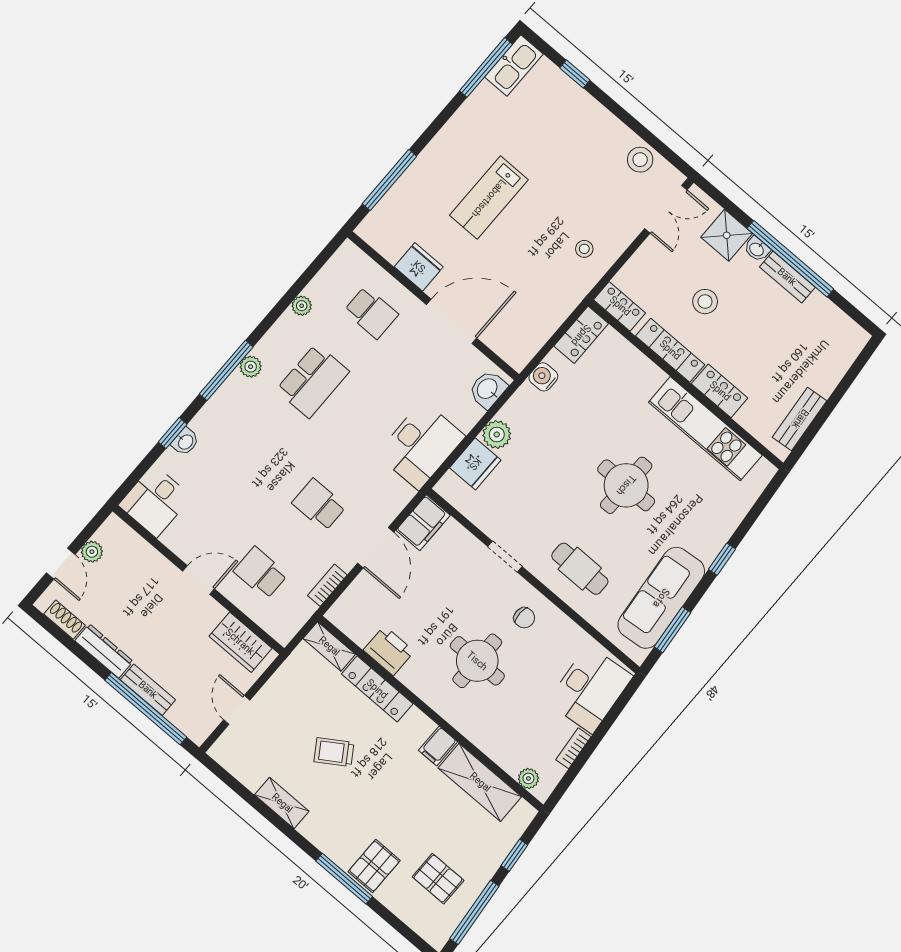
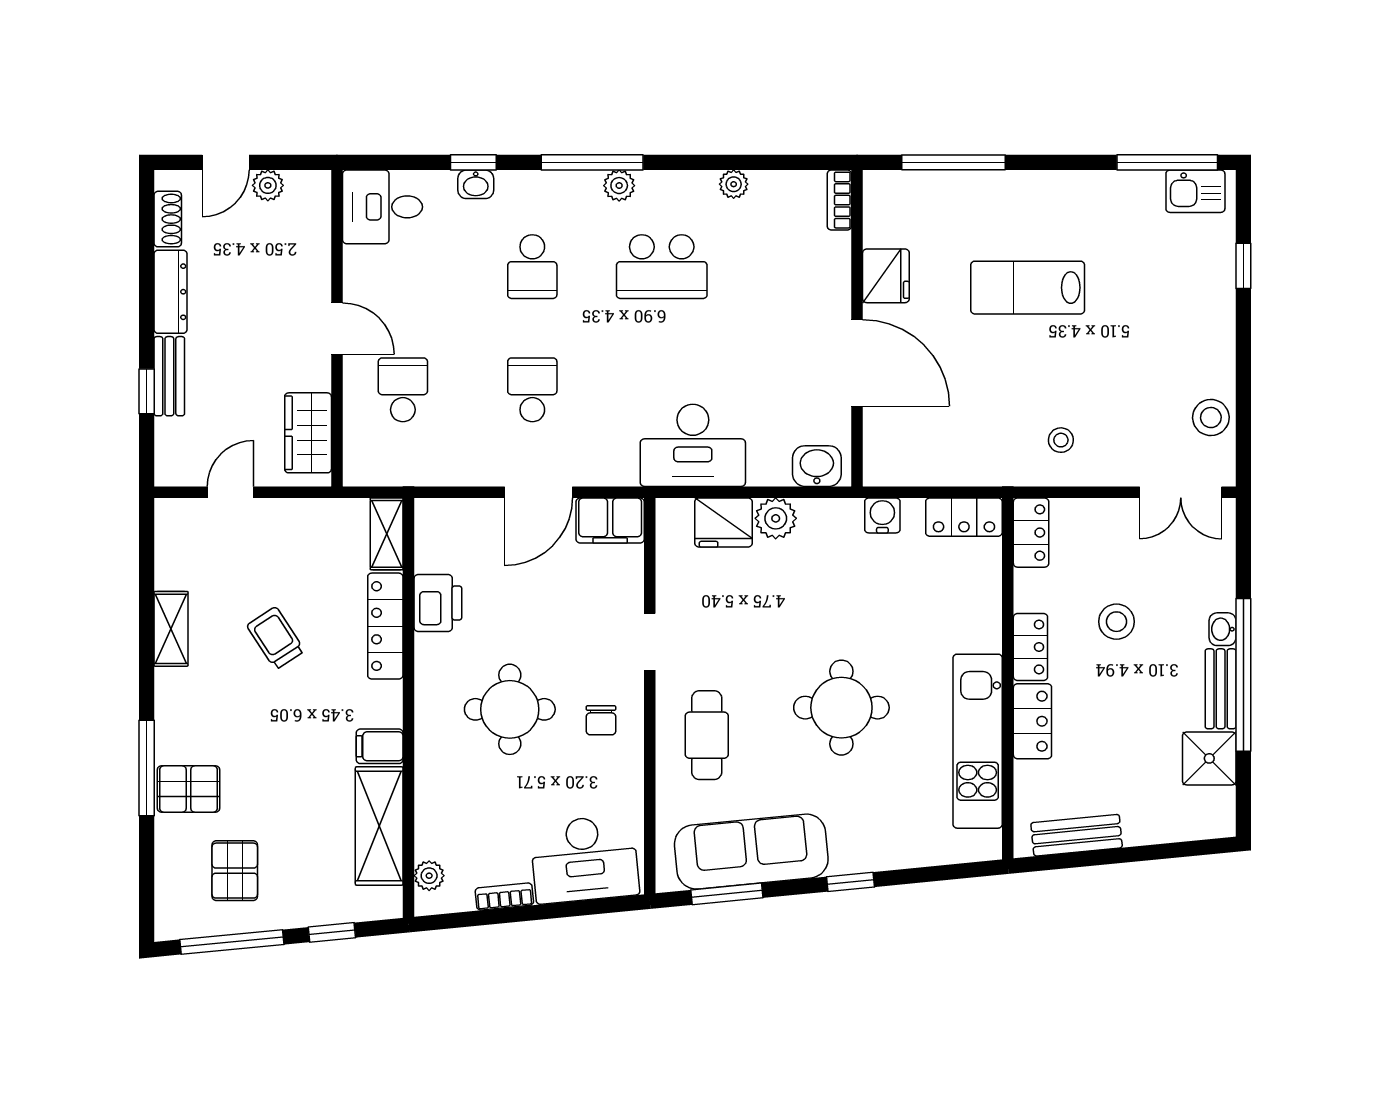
kitchen sink: (514, 66) -> (1195, 191), width x0.73
shower: (727, 235) -> (1209, 758), moved
school desk: (371, 313) -> (532, 267), moved
locker: (670, 350) -> (1030, 647), width x0.66
bookcase: (327, 585) -> (839, 200), moved, turned -90
window: (146, 709) -> (147, 391), width x0.32

